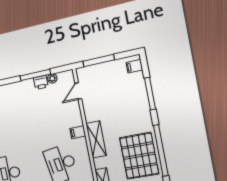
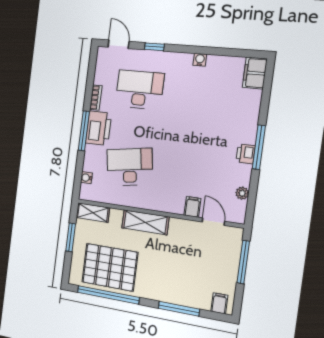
window: (35, 75) -> (259, 147), moved
printer: (41, 82) -> (246, 154), moved
filing cabinet: (78, 132) -> (192, 207), moved

